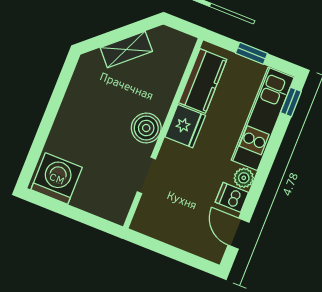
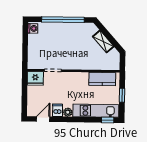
window: (50, 115) -> (63, 20), added
fridge: (185, 126) -> (35, 78), moved
boiler: (146, 128) -> (73, 63), removed
washing machine: (57, 178) -> (33, 28), width x0.53, depth x0.53

